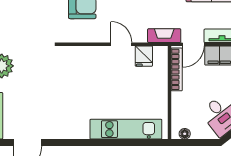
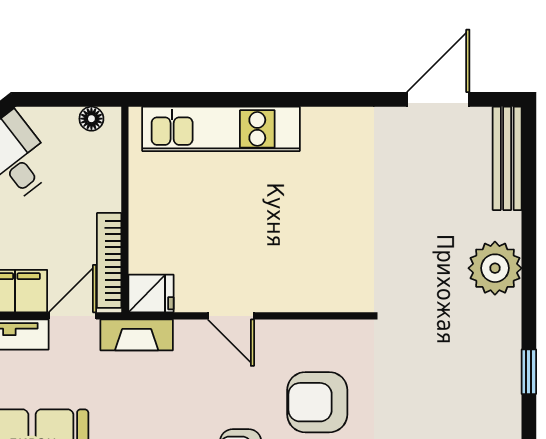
fridge: (144, 56) -> (151, 293), moved, turned 90

